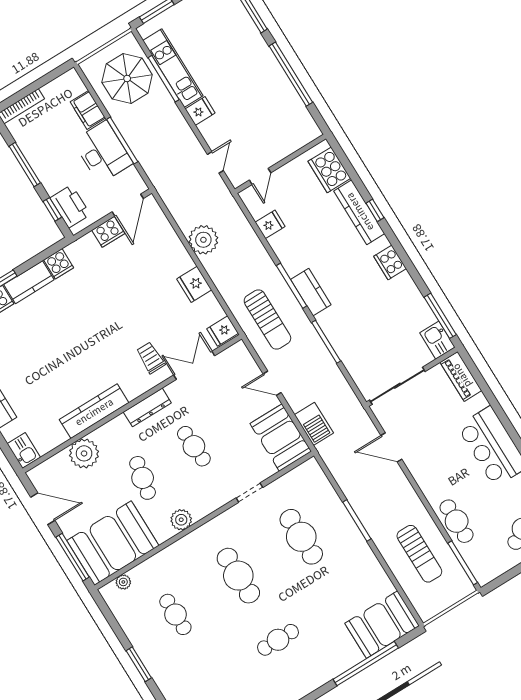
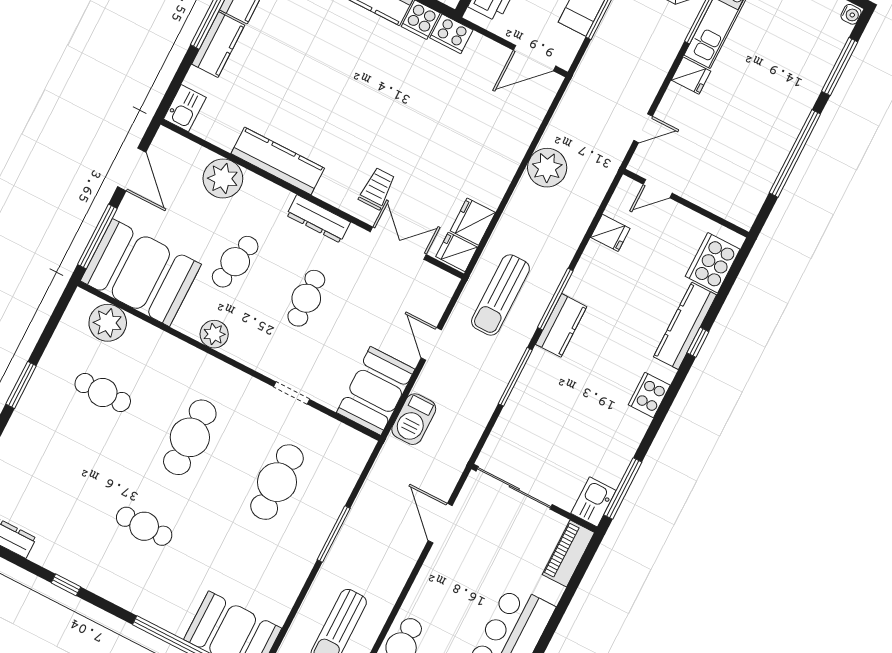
cooker: (108, 232) -> (451, 34), moved
fridge: (194, 284) -> (473, 222), moved
plant: (123, 582) -> (108, 323), width x1.87, depth x1.87
cafe table: (175, 614) -> (103, 393), turned 90

